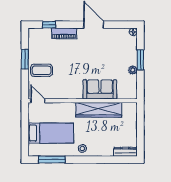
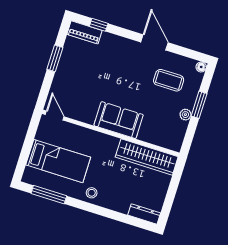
piano: (64, 33) -> (85, 32), moved
coffee table: (42, 70) -> (169, 80), moved
sofa: (100, 89) -> (119, 120), moved
wardrobe: (99, 110) -> (147, 157), moved

